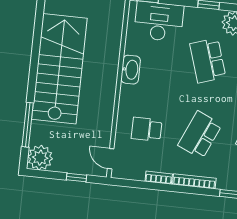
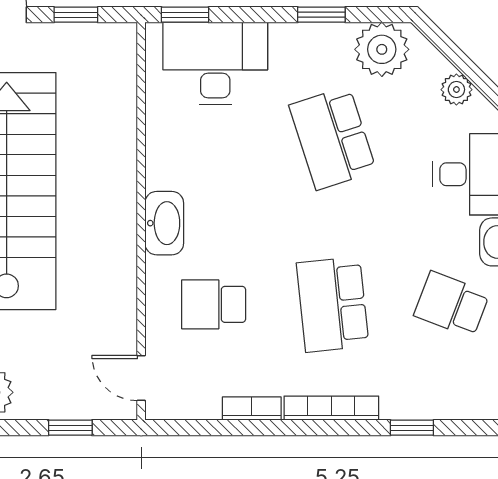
washbasin: (131, 70) -> (164, 223), moved
school desk: (200, 135) -> (333, 304), turned -30

